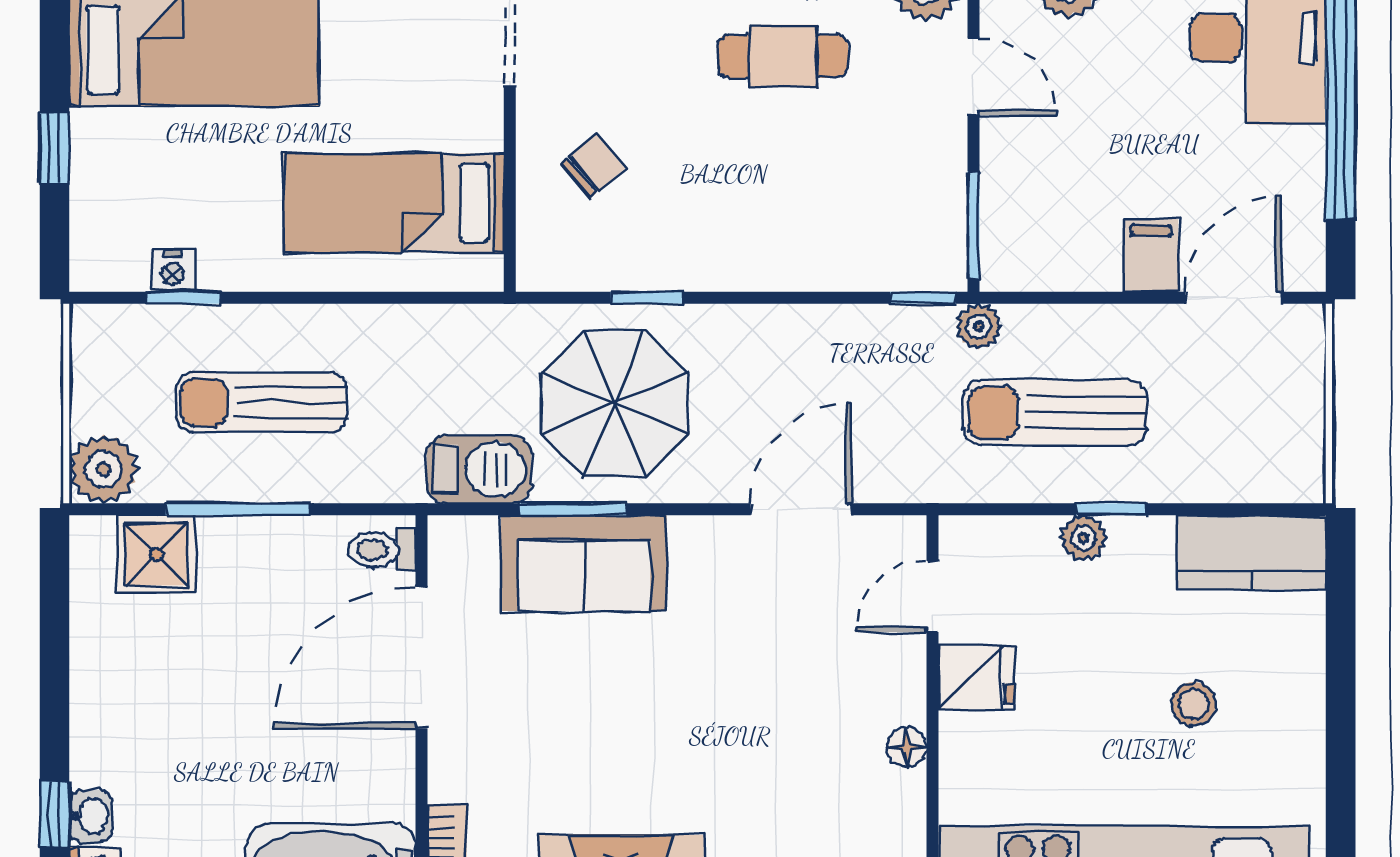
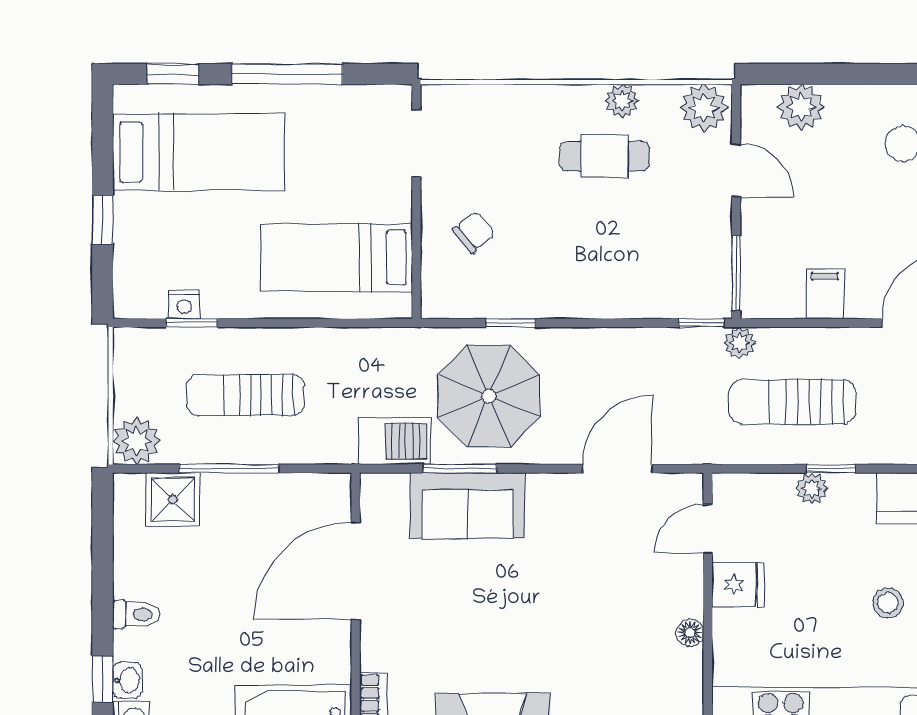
filing cabinet: (1151, 256) -> (825, 294), moved
toilet: (382, 550) -> (136, 614), moved, turned 180

